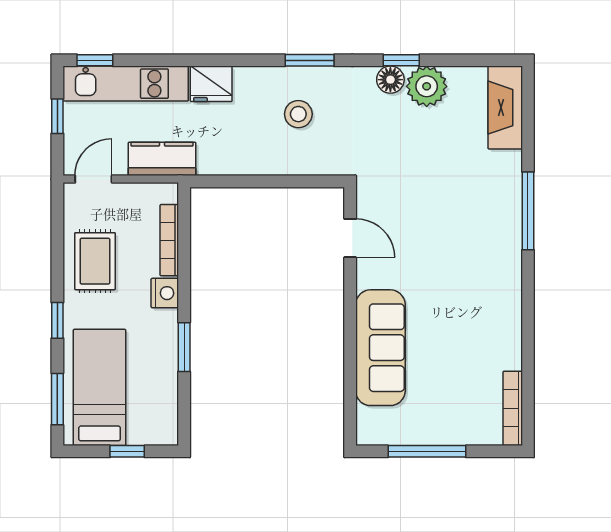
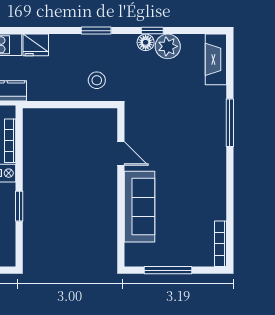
stool: (298, 114) -> (97, 80), moved
door: (350, 238) -> (121, 153), moved

